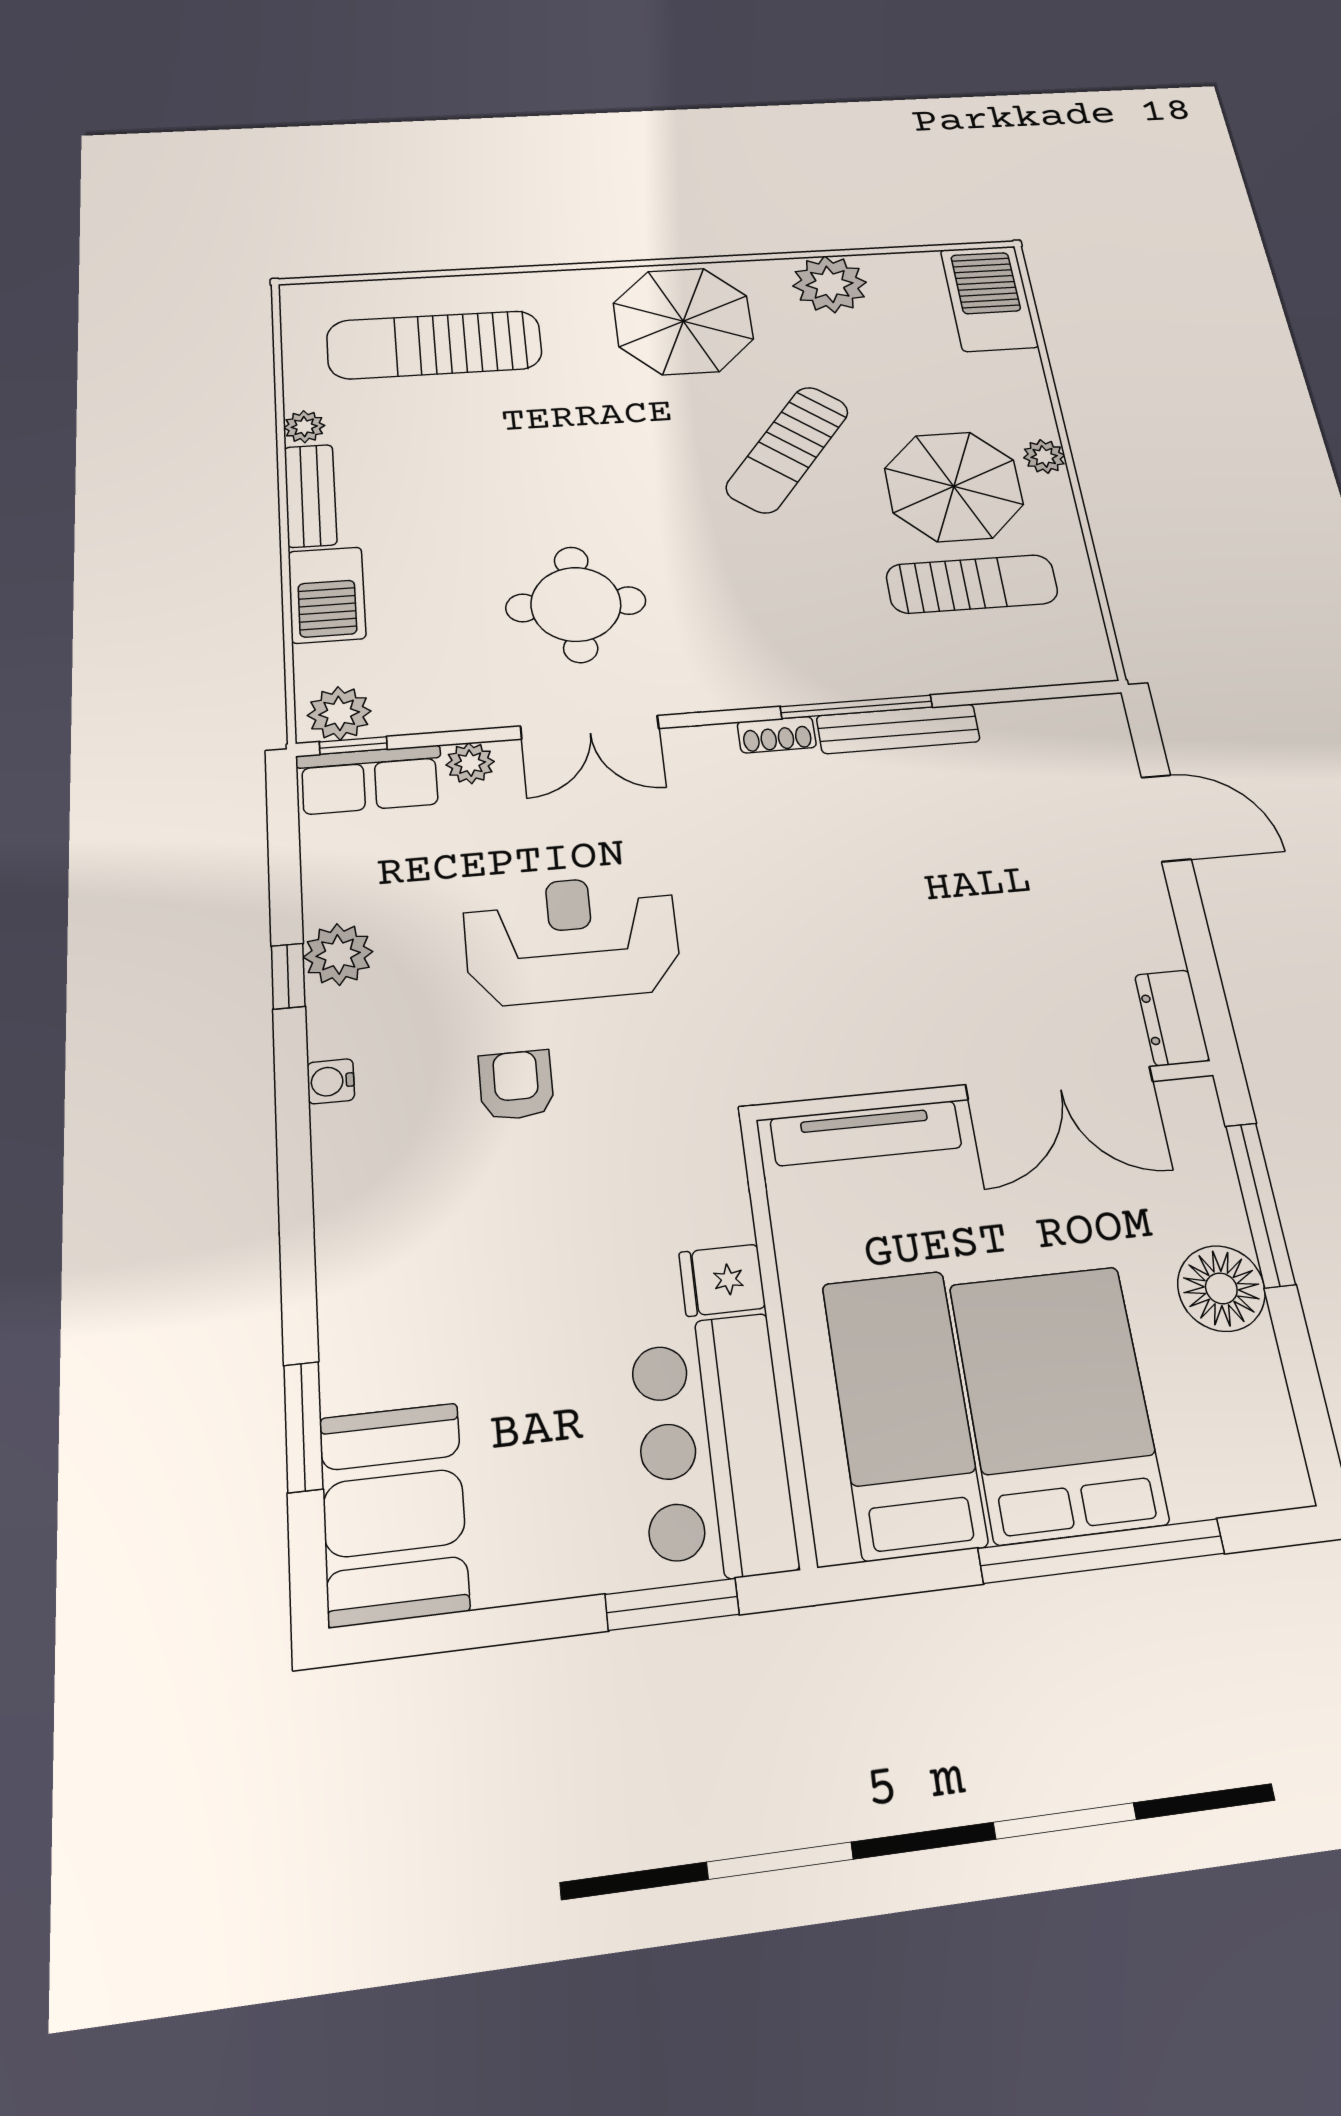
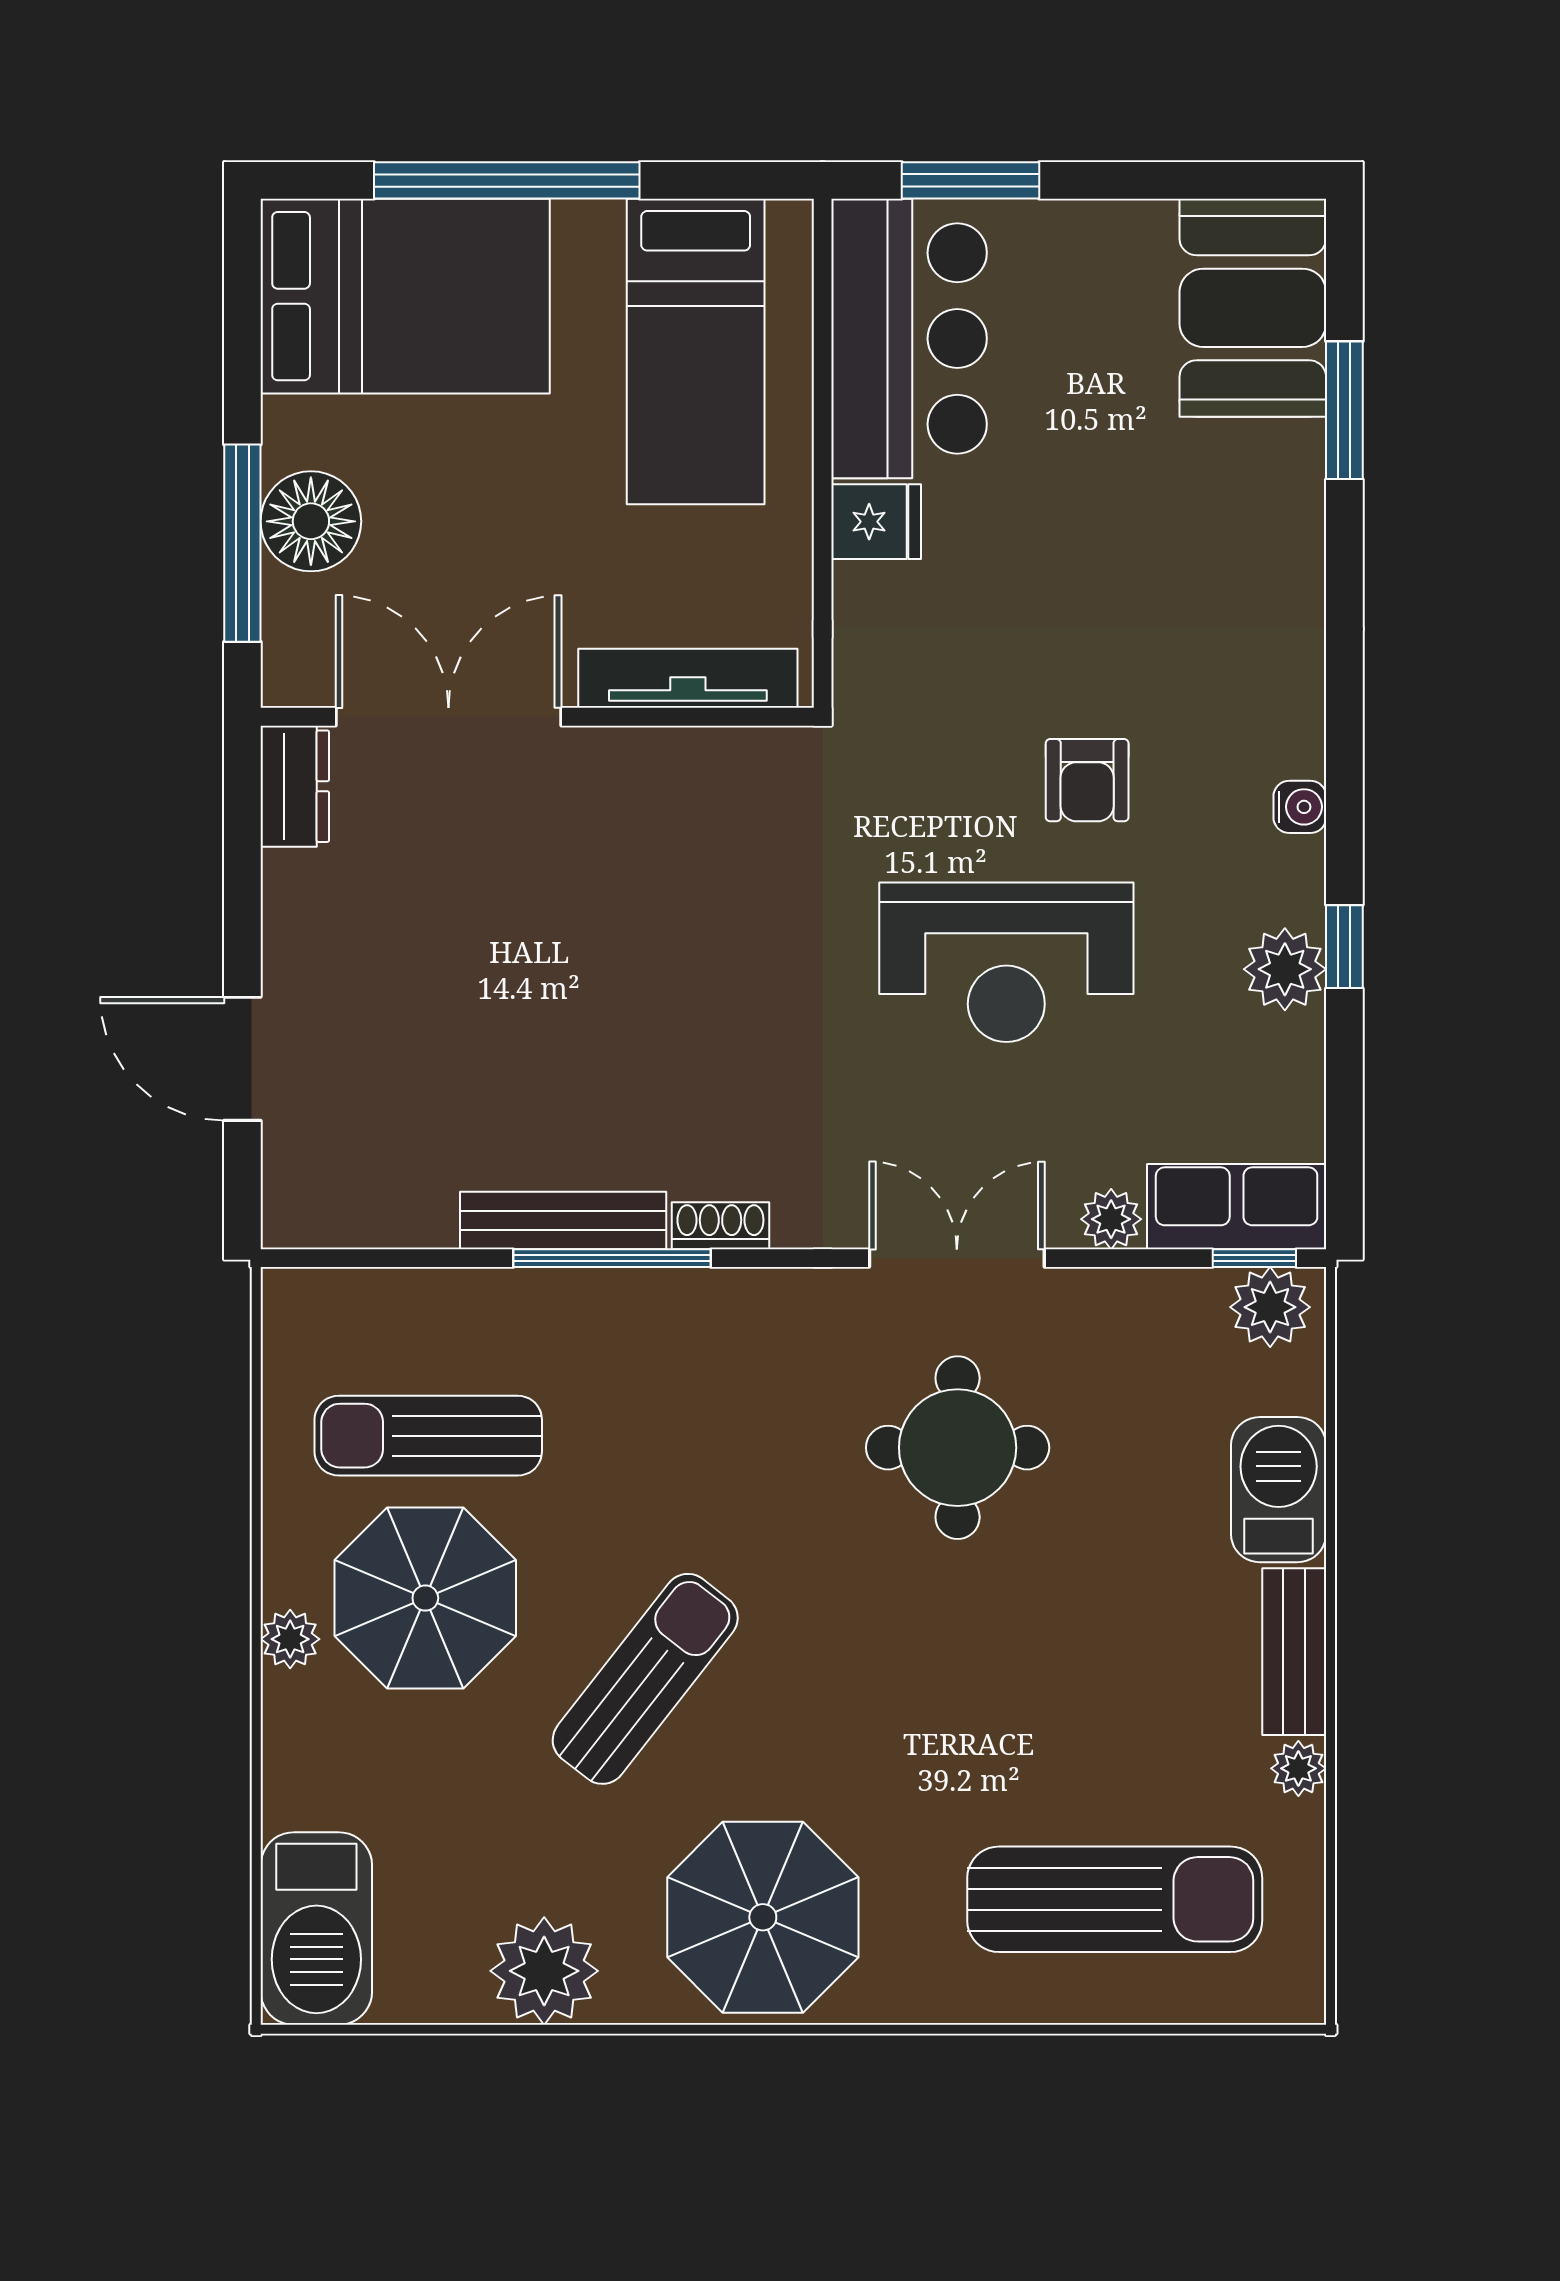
floor lamp: (1221, 1288) -> (311, 521), moved
bed: (1057, 1402) -> (405, 296), moved, turned -90

